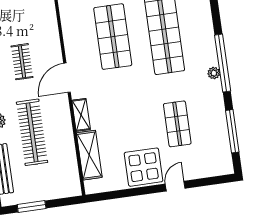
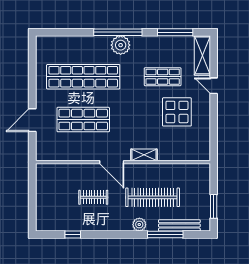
plant: (214, 73) -> (121, 45), width x1.88, depth x1.88
shelving: (89, 155) -> (202, 55), moved, turned 90
display table: (144, 167) -> (177, 112), moved

